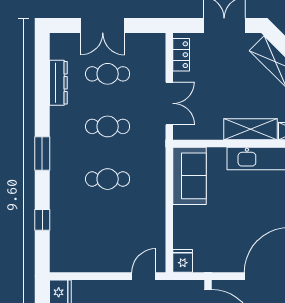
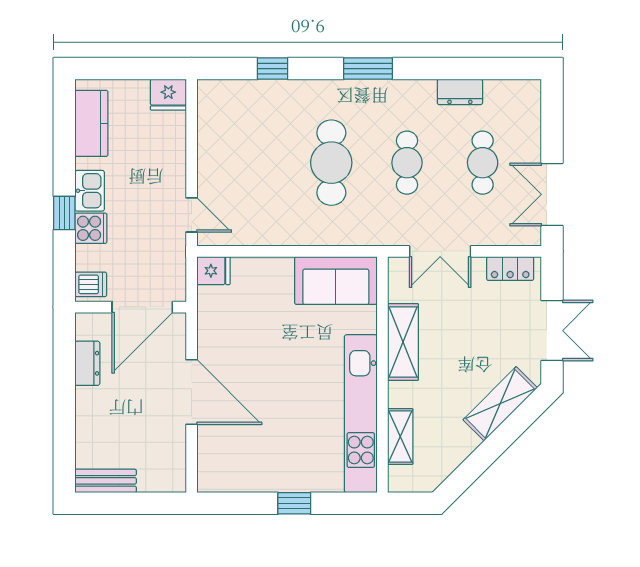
double door: (103, 26) -> (552, 194), moved
dresser: (58, 83) -> (460, 92), width x0.70
shelving: (250, 129) -> (403, 342), moved
cafe table: (108, 179) -> (331, 163), width x1.37, depth x1.35

